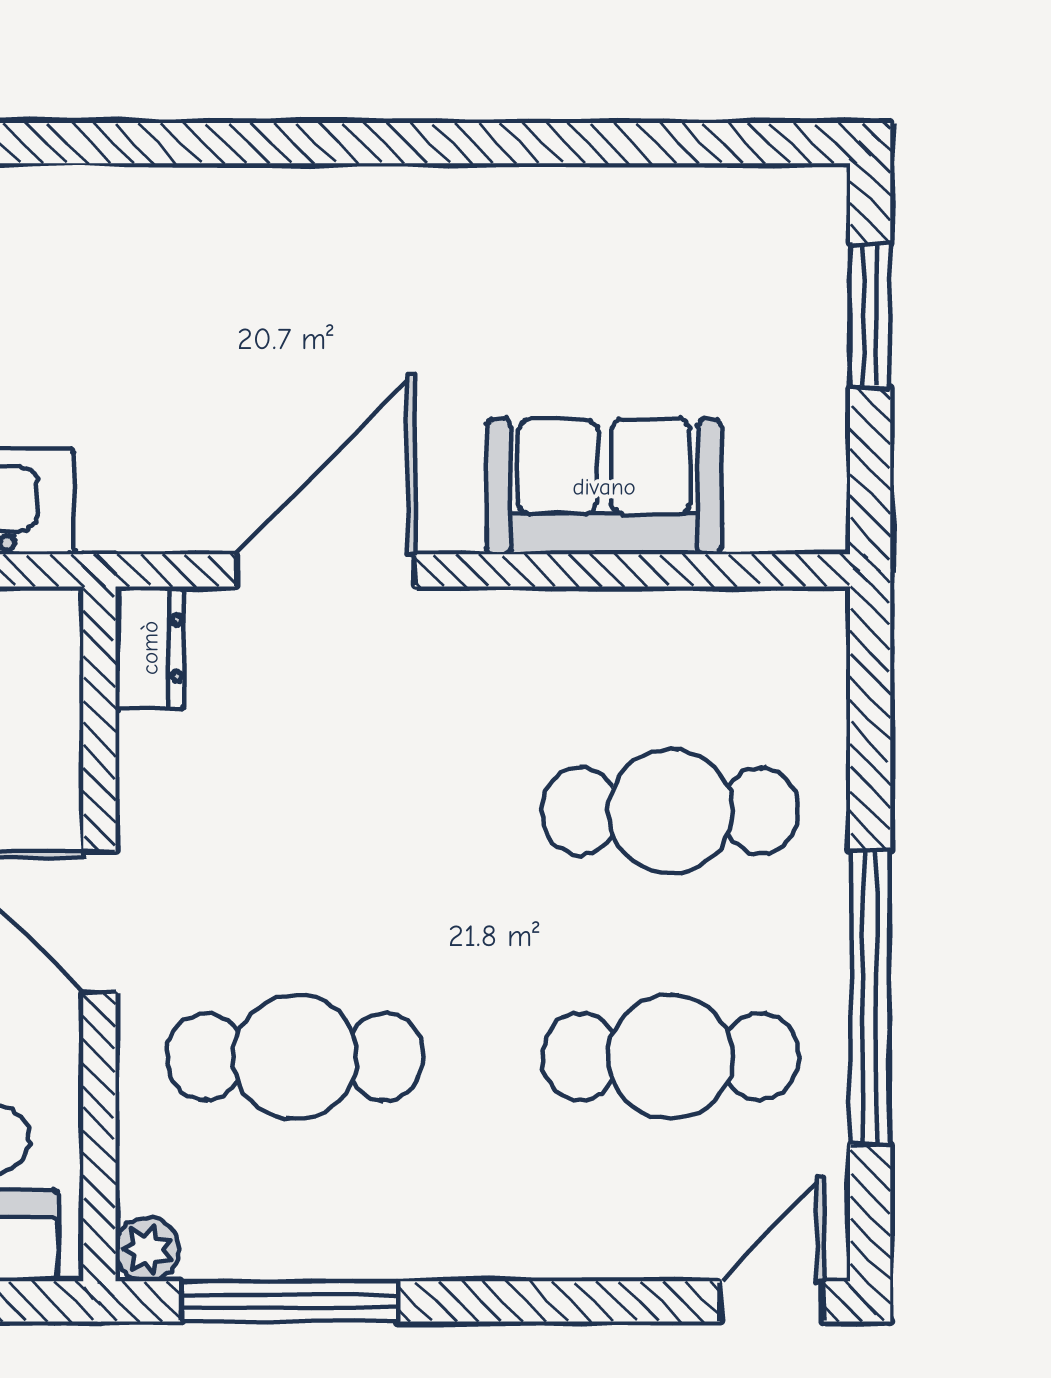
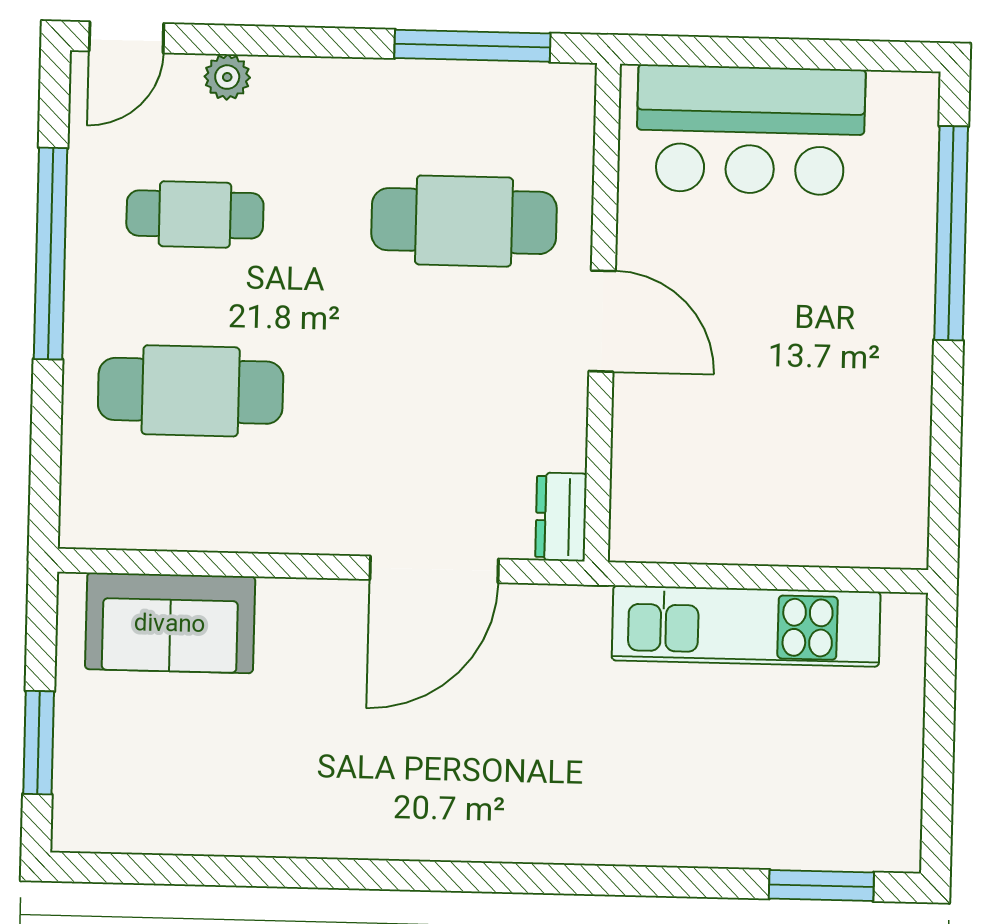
sofa: (604, 487) -> (170, 623), moved
cafe table: (670, 1057) -> (195, 214), width x0.73, depth x0.74
plant: (147, 1249) -> (227, 77), moved

